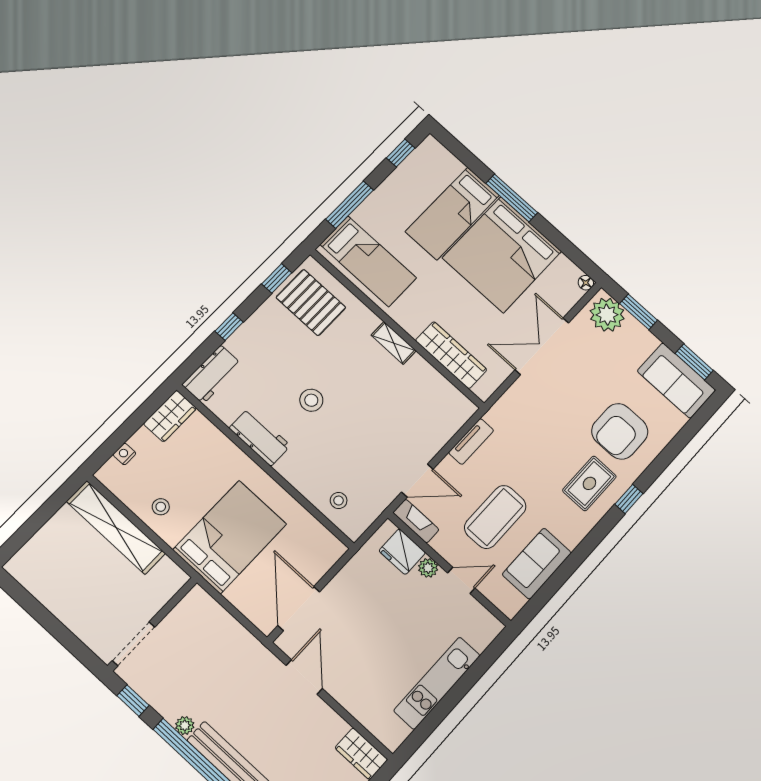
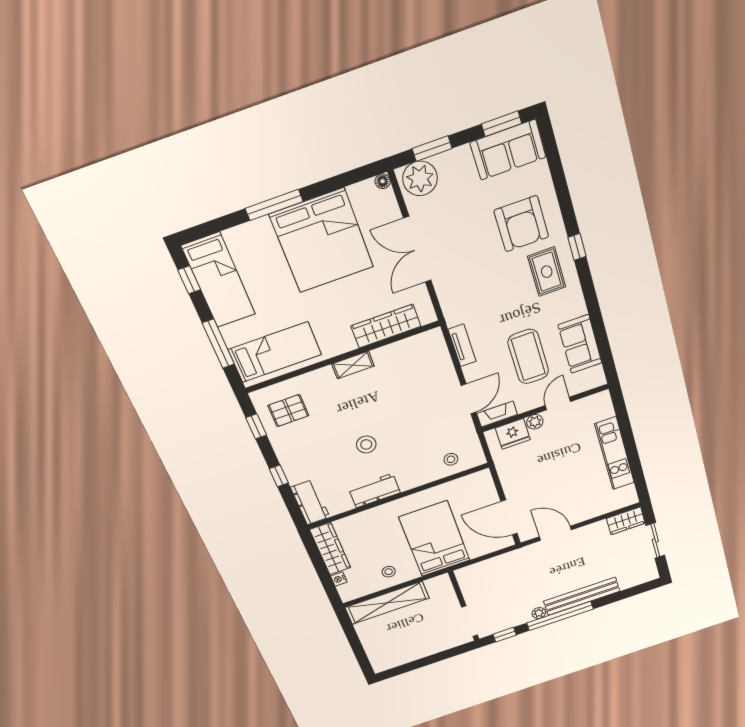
bed: (452, 213) -> (219, 280), moved
pallet: (311, 302) -> (288, 411), width x0.67, depth x0.71
wardrobe: (170, 416) -> (330, 549), width x1.50

